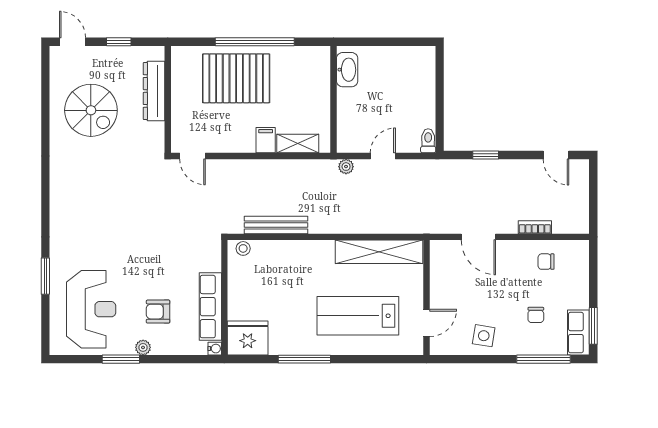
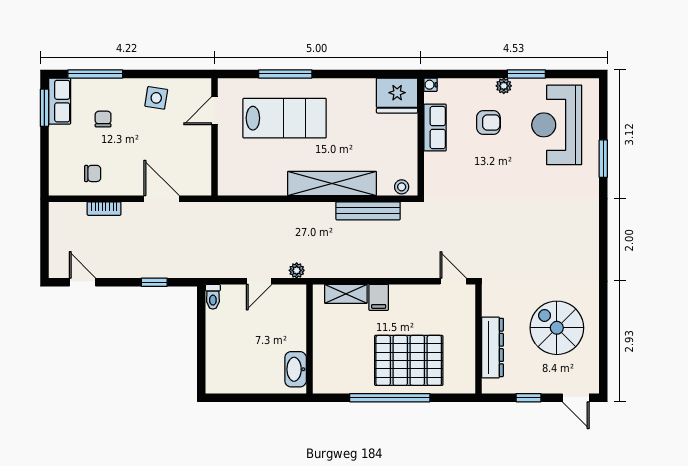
shelving: (379, 252) -> (332, 183), moved
row of seats: (210, 307) -> (435, 128), width x0.68
window: (304, 359) -> (285, 74), moved

